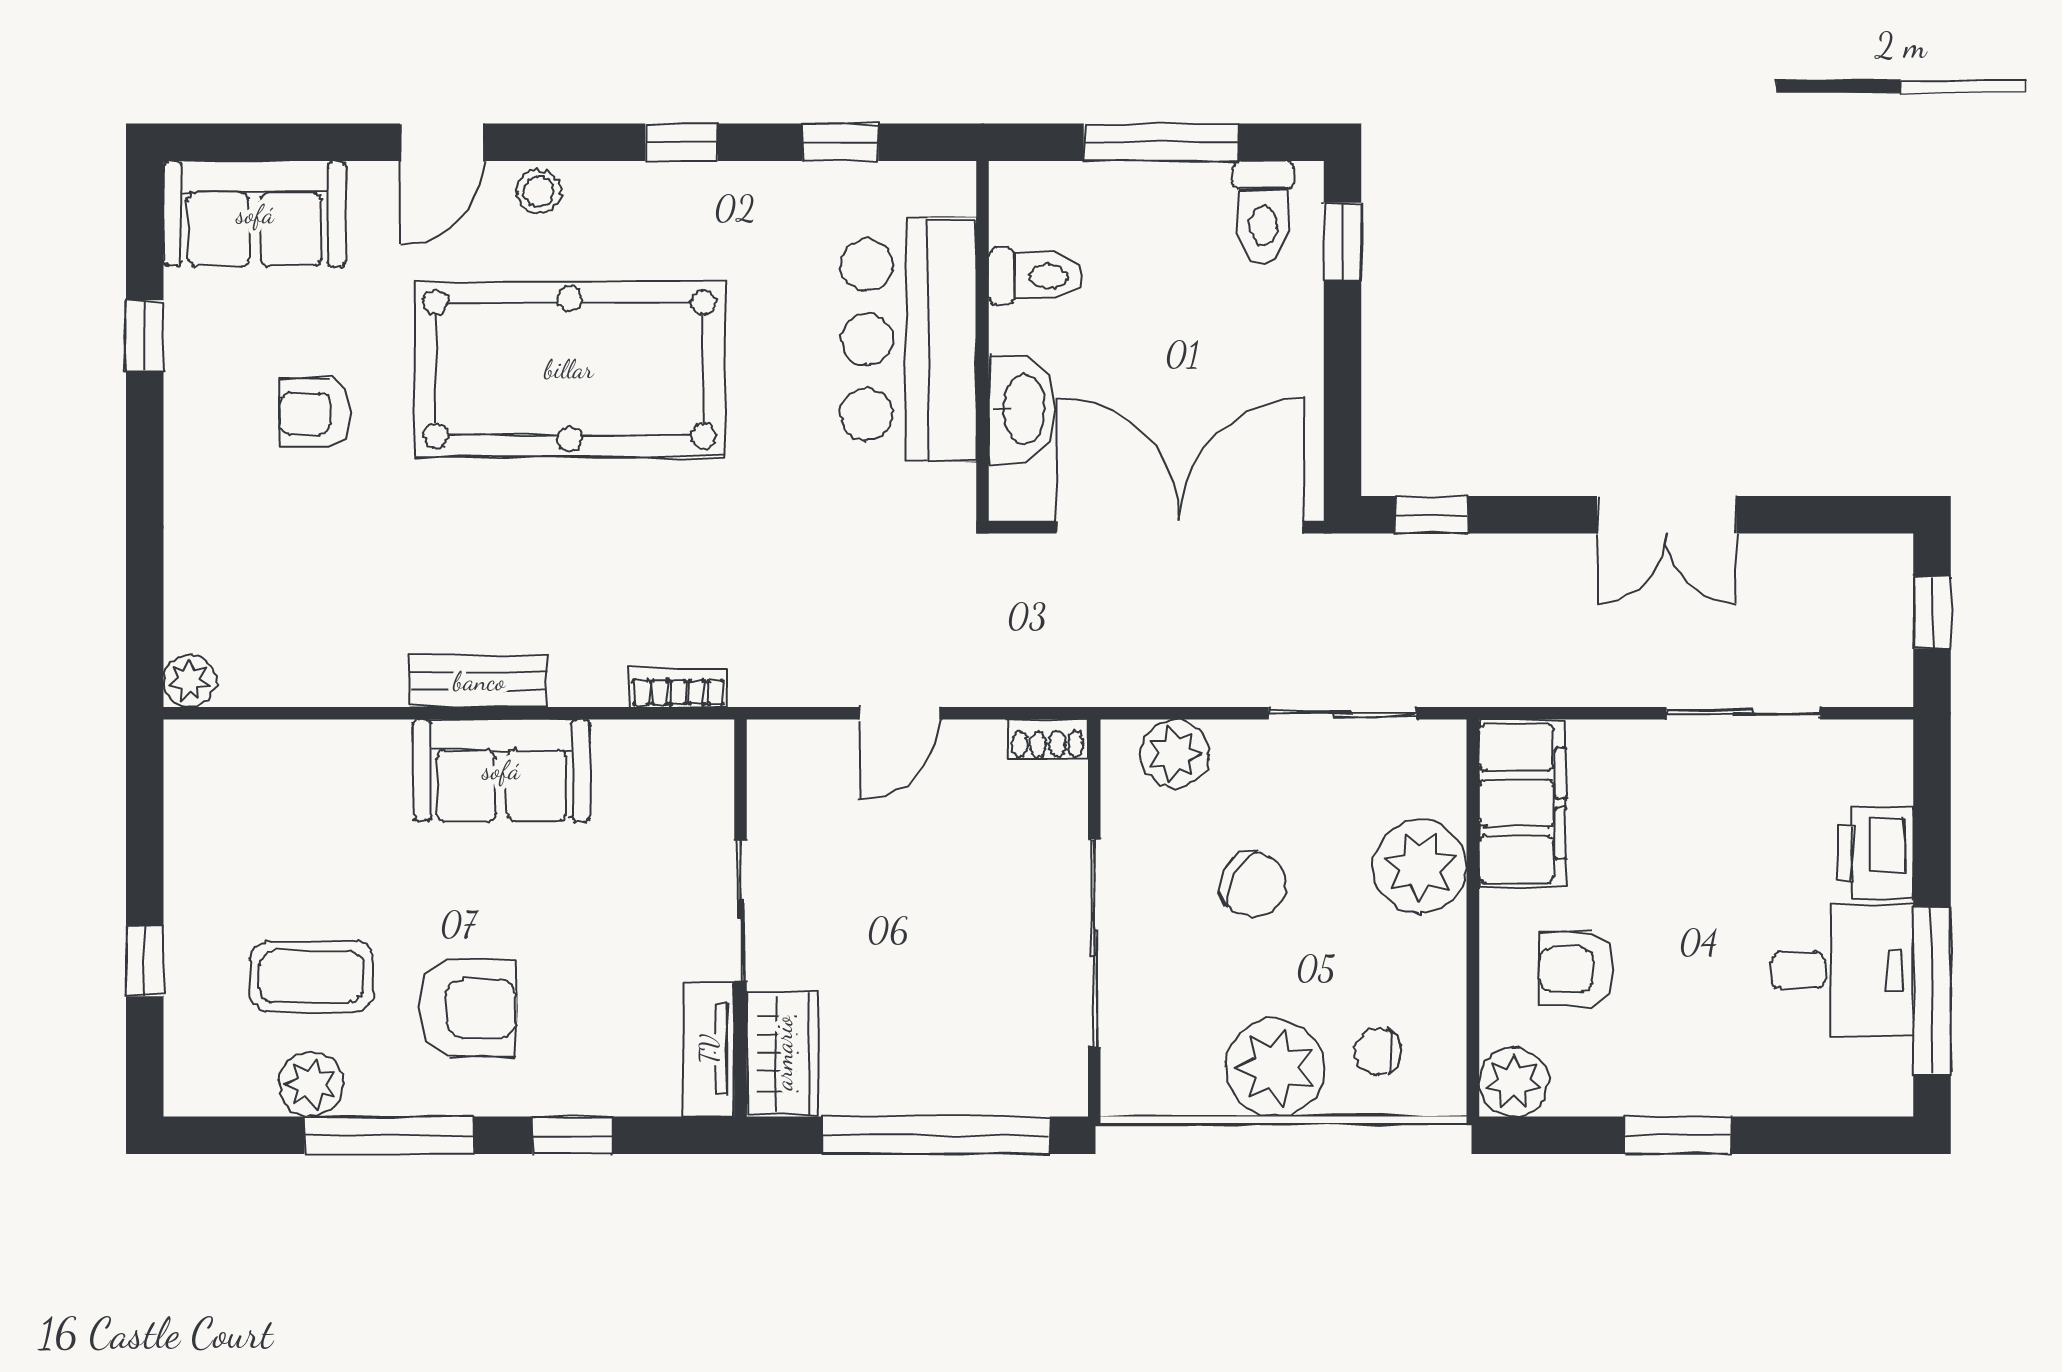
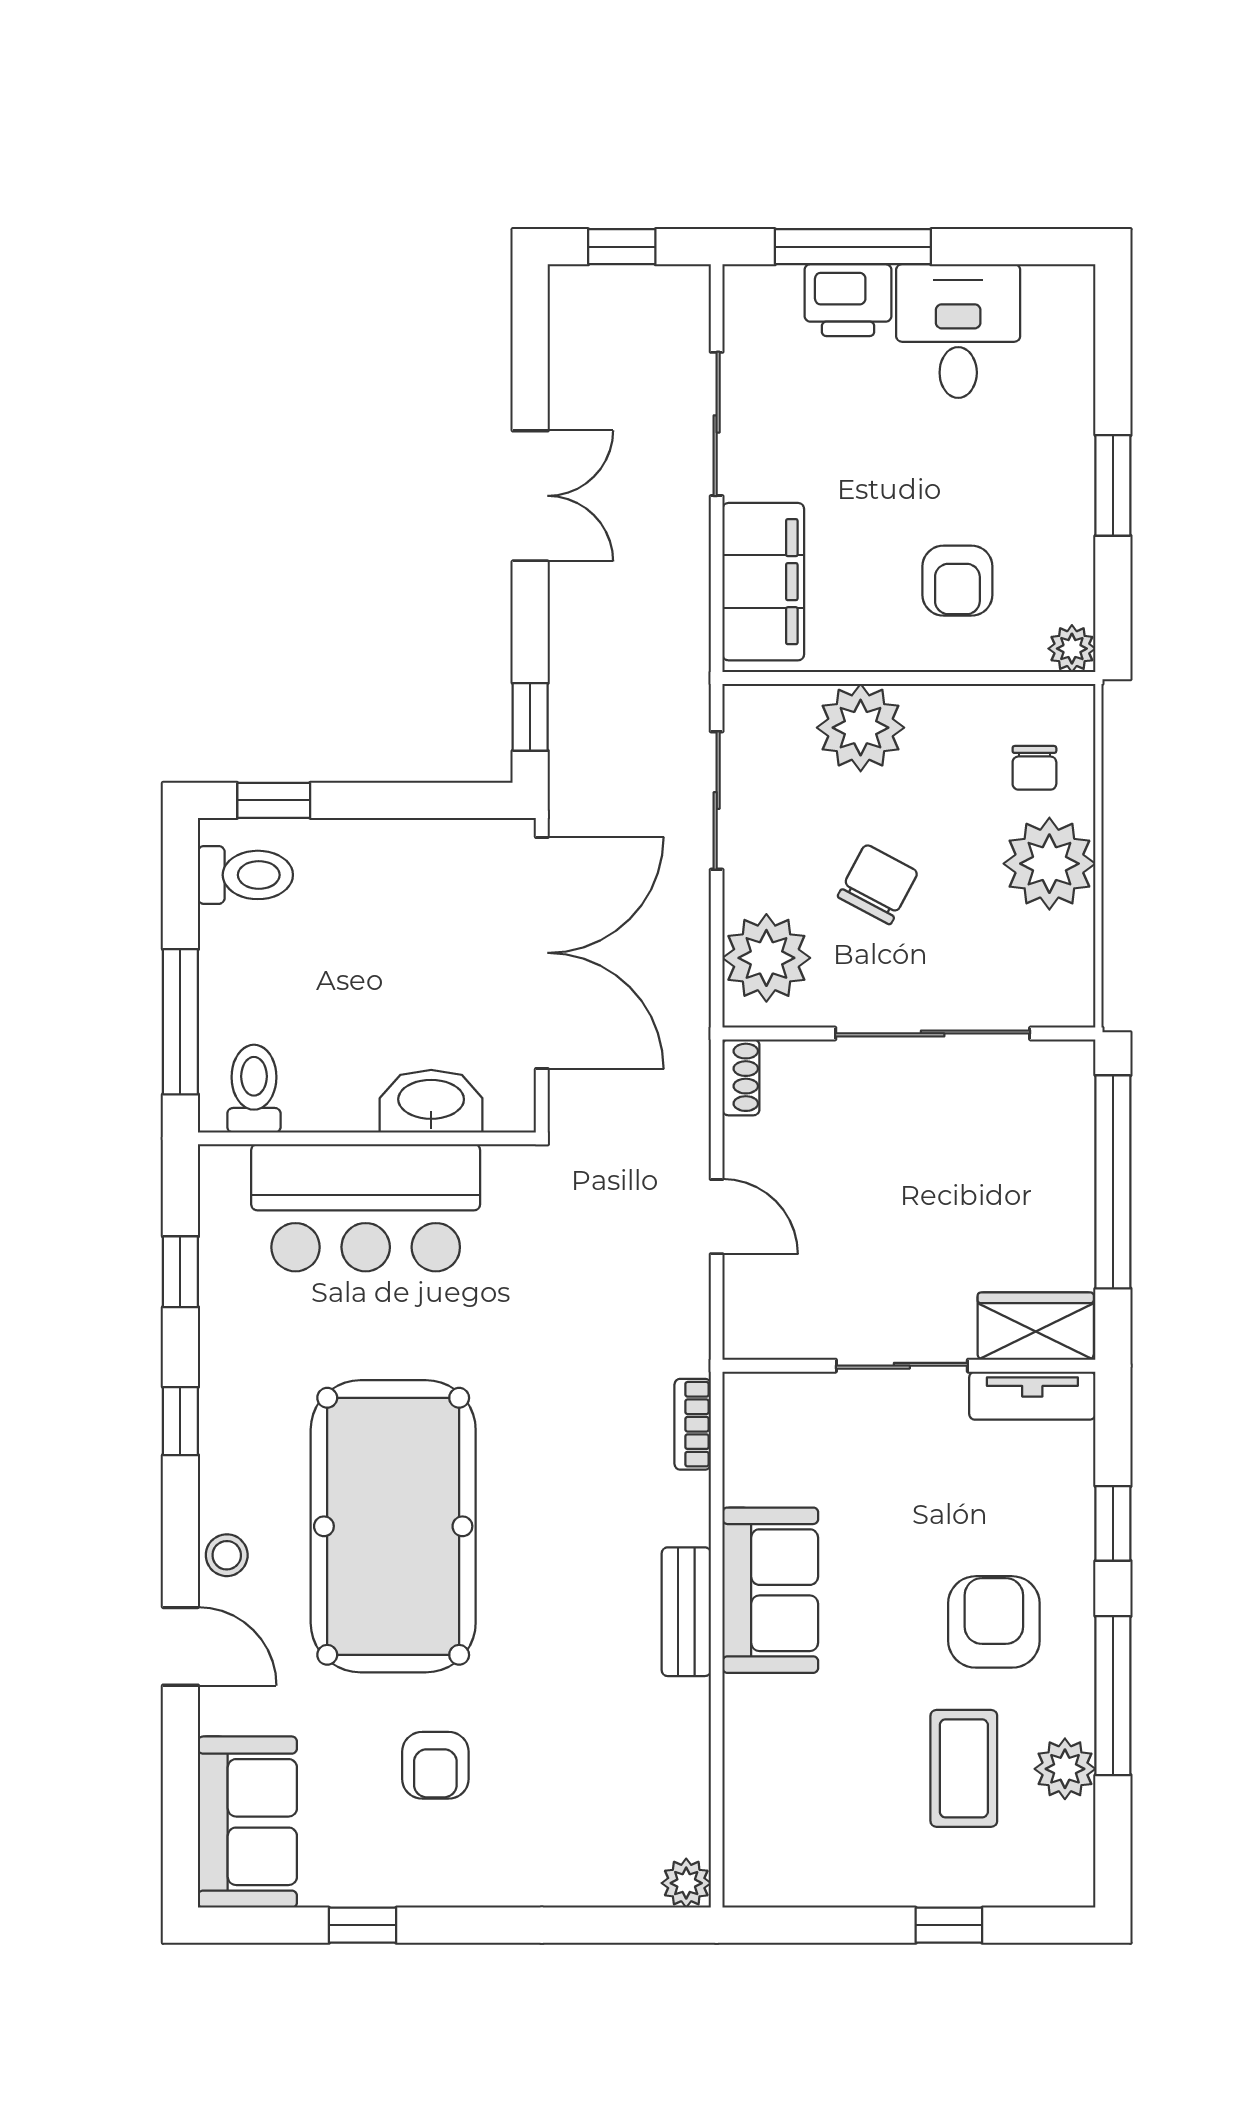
window: (1161, 142) -> (180, 1022), moved
toilet: (1036, 276) -> (254, 1089), moved
double door: (1180, 527) -> (542, 953), swing flipped
plant: (1175, 754) -> (766, 958), width x1.36, depth x1.36
filing cabinet: (1522, 803) -> (763, 582), moved, turned 90
window: (1932, 991) -> (853, 247), moved
plant: (1514, 1082) -> (1072, 649), width x0.73, depth x0.73

